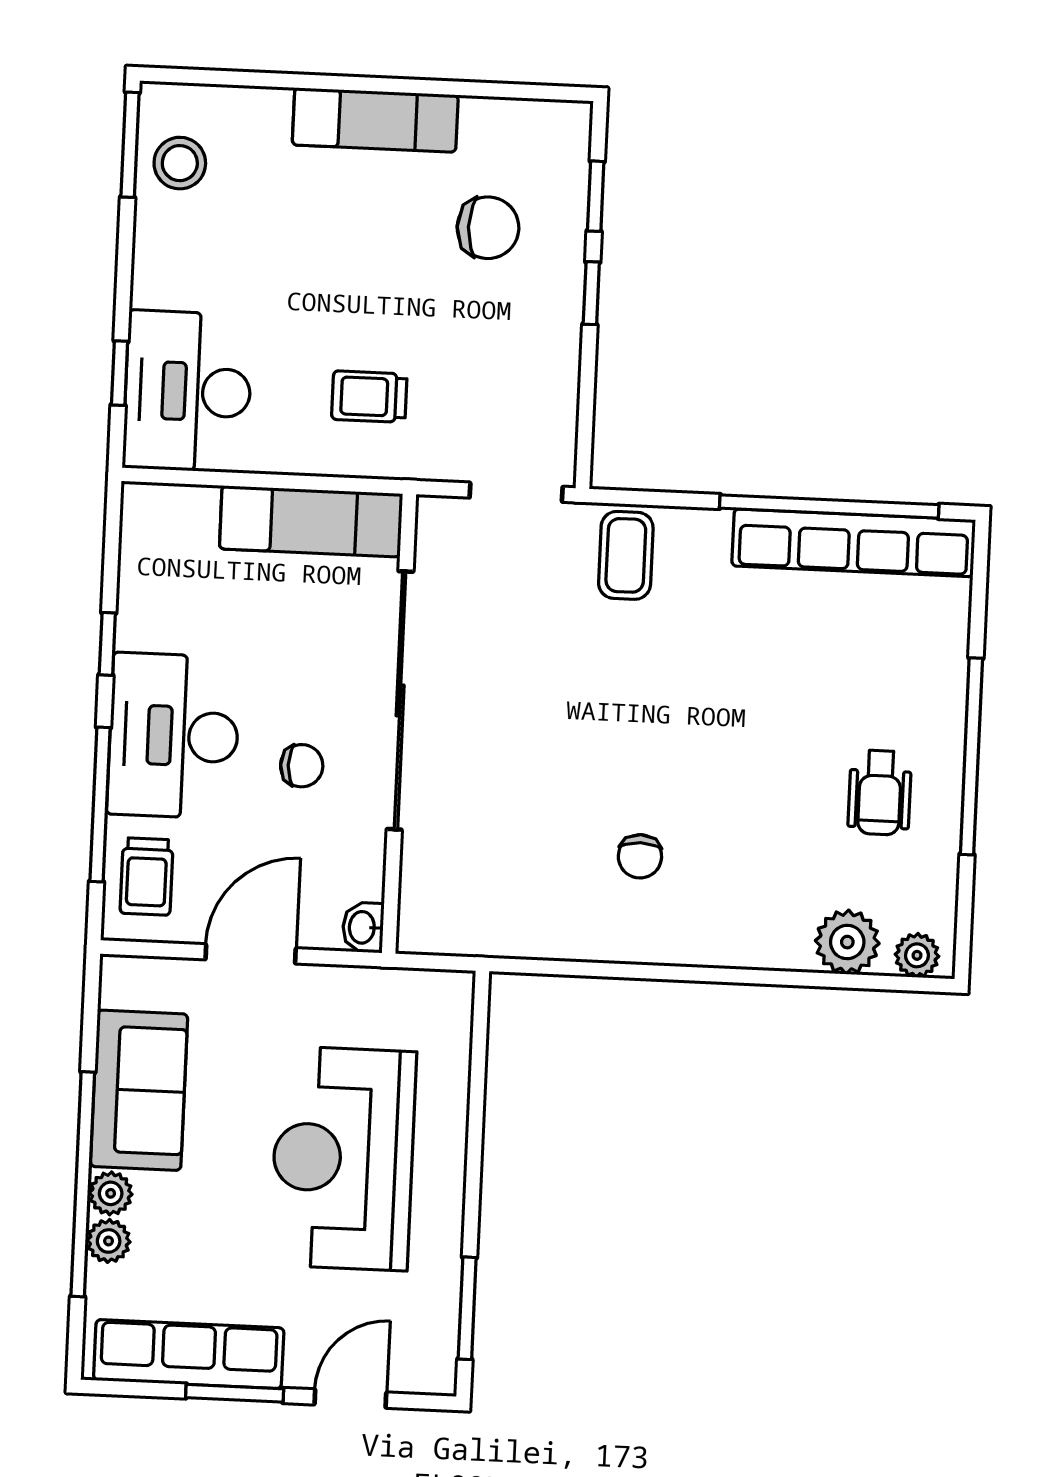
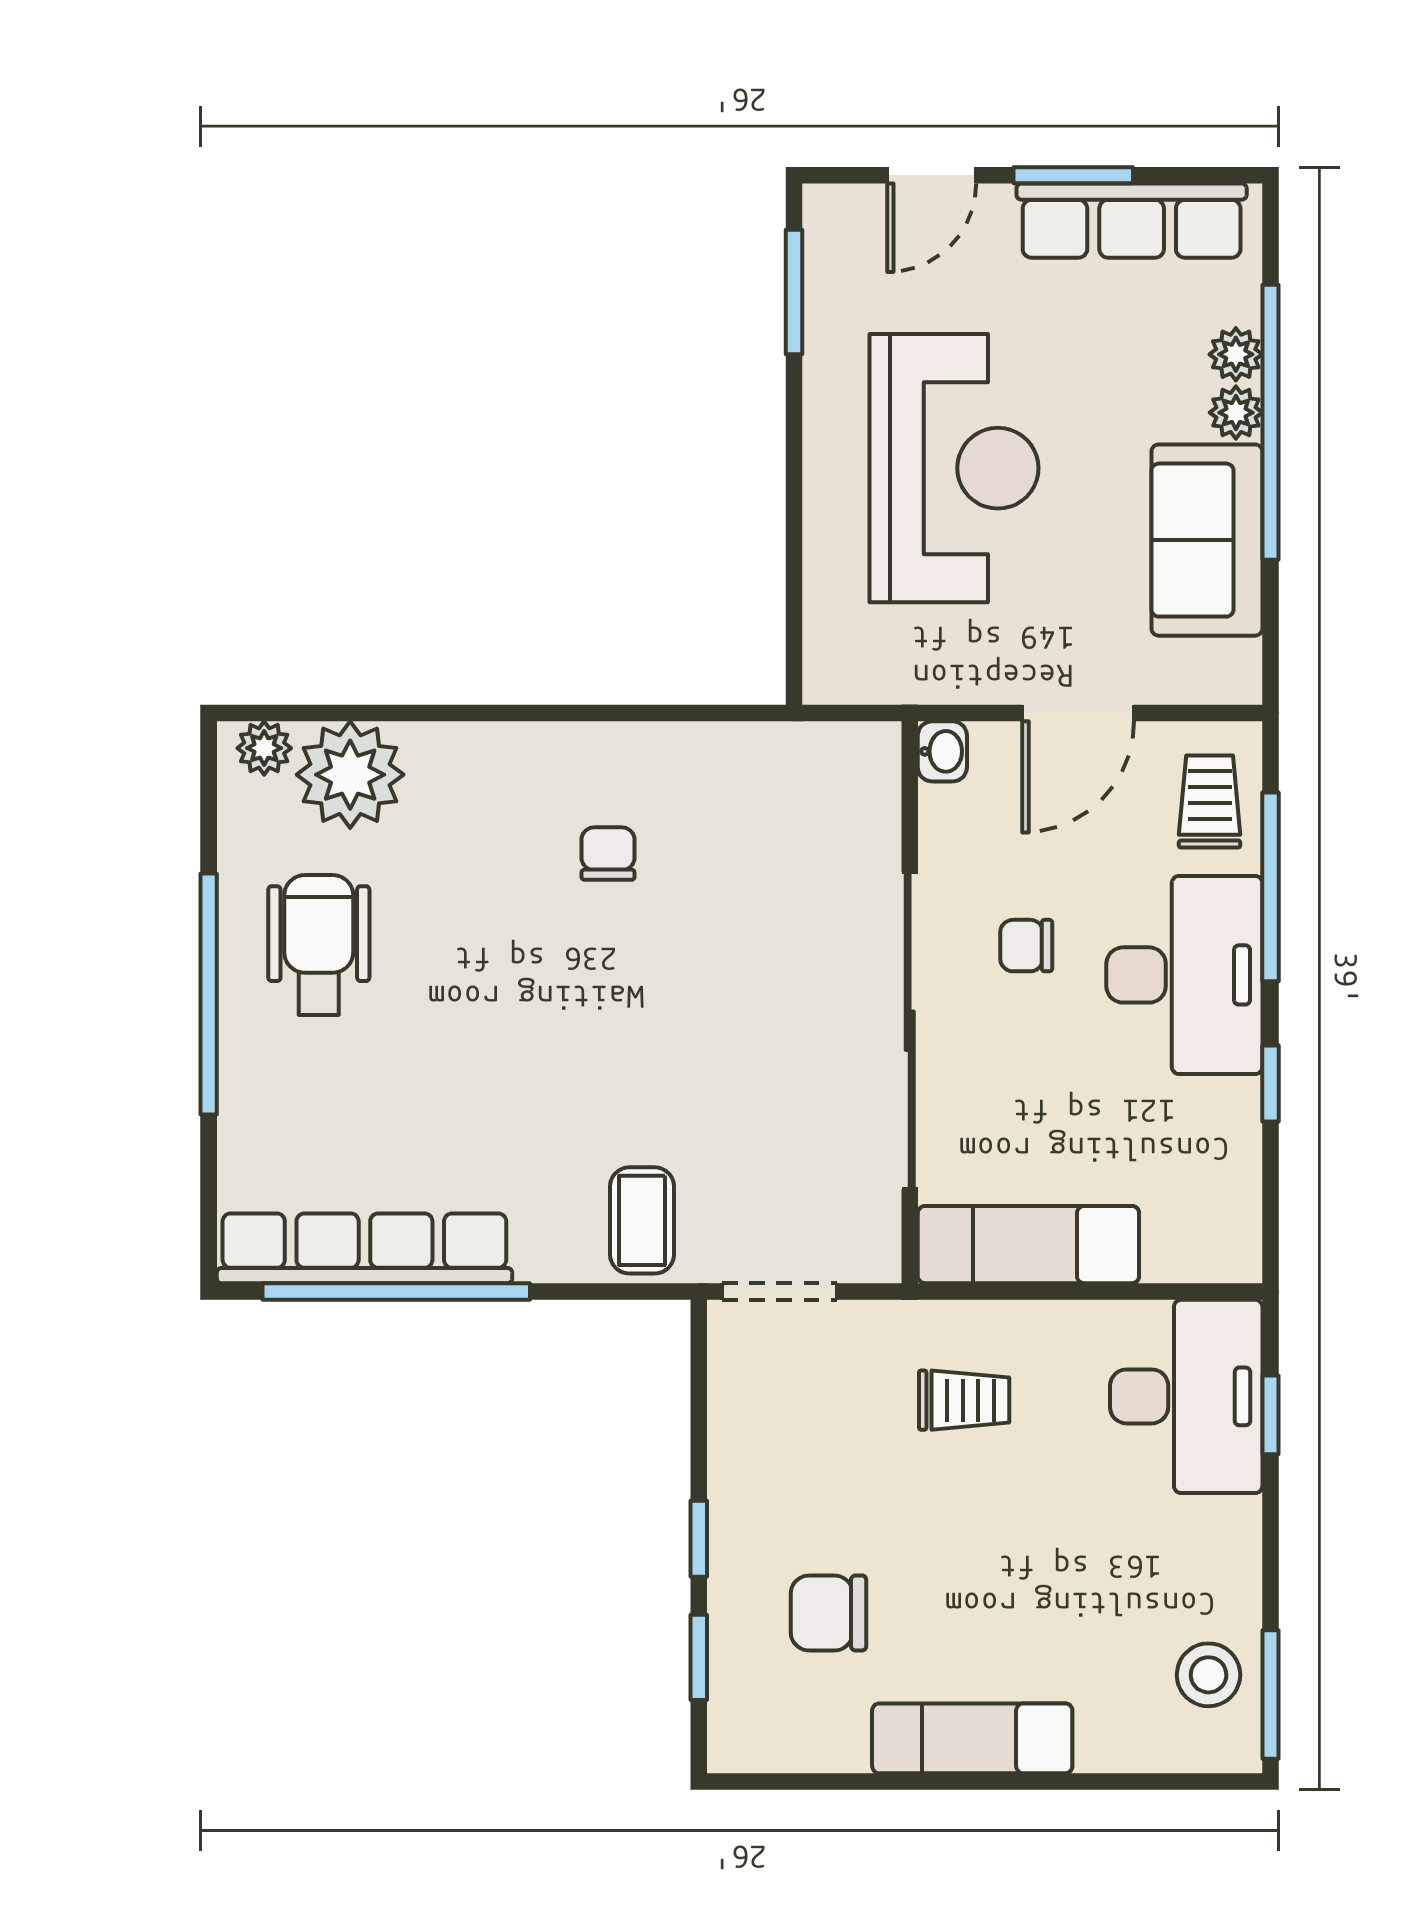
wheelchair: (880, 793) -> (319, 945), width x1.36, depth x1.37
plant: (847, 942) -> (350, 775), width x1.36, depth x1.36

